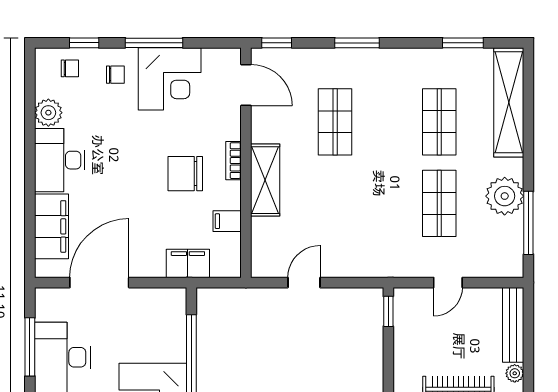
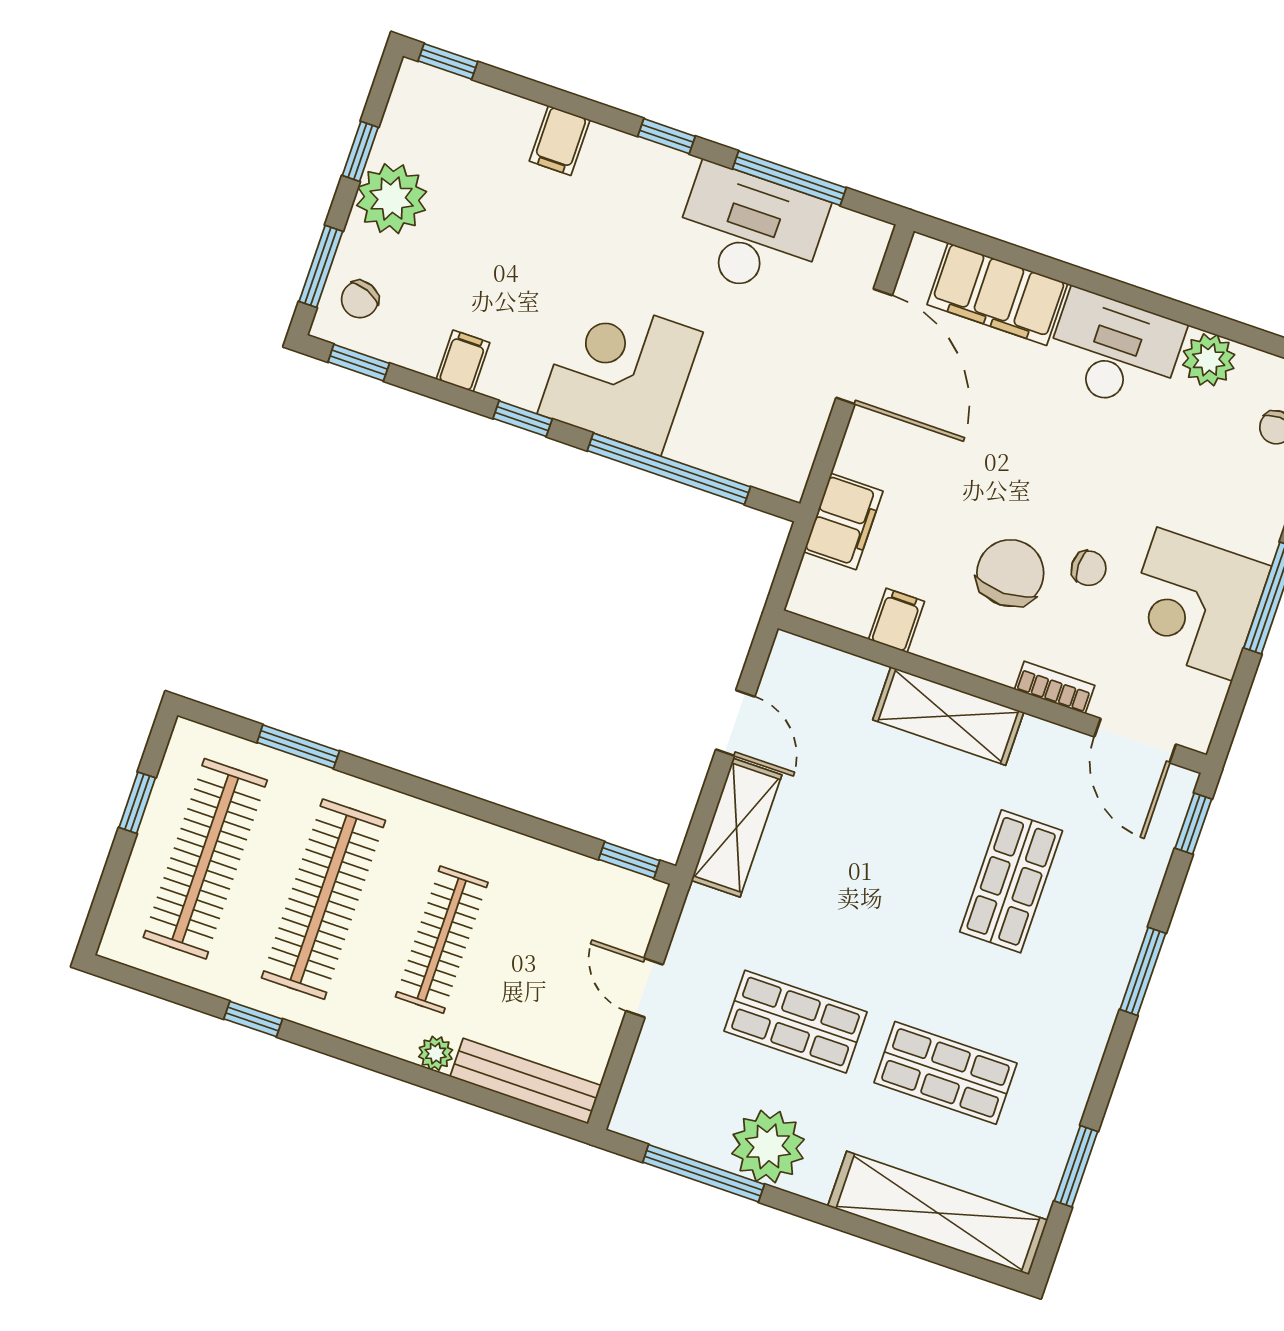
chair: (115, 75) -> (1089, 568), moved, turned -90
door: (246, 85) -> (1135, 741), hinge flipped
shop shelf: (335, 122) -> (1011, 881), turned 90
bookcase: (233, 161) -> (1055, 687), moved
shelving: (355, 264) -> (737, 828), added

